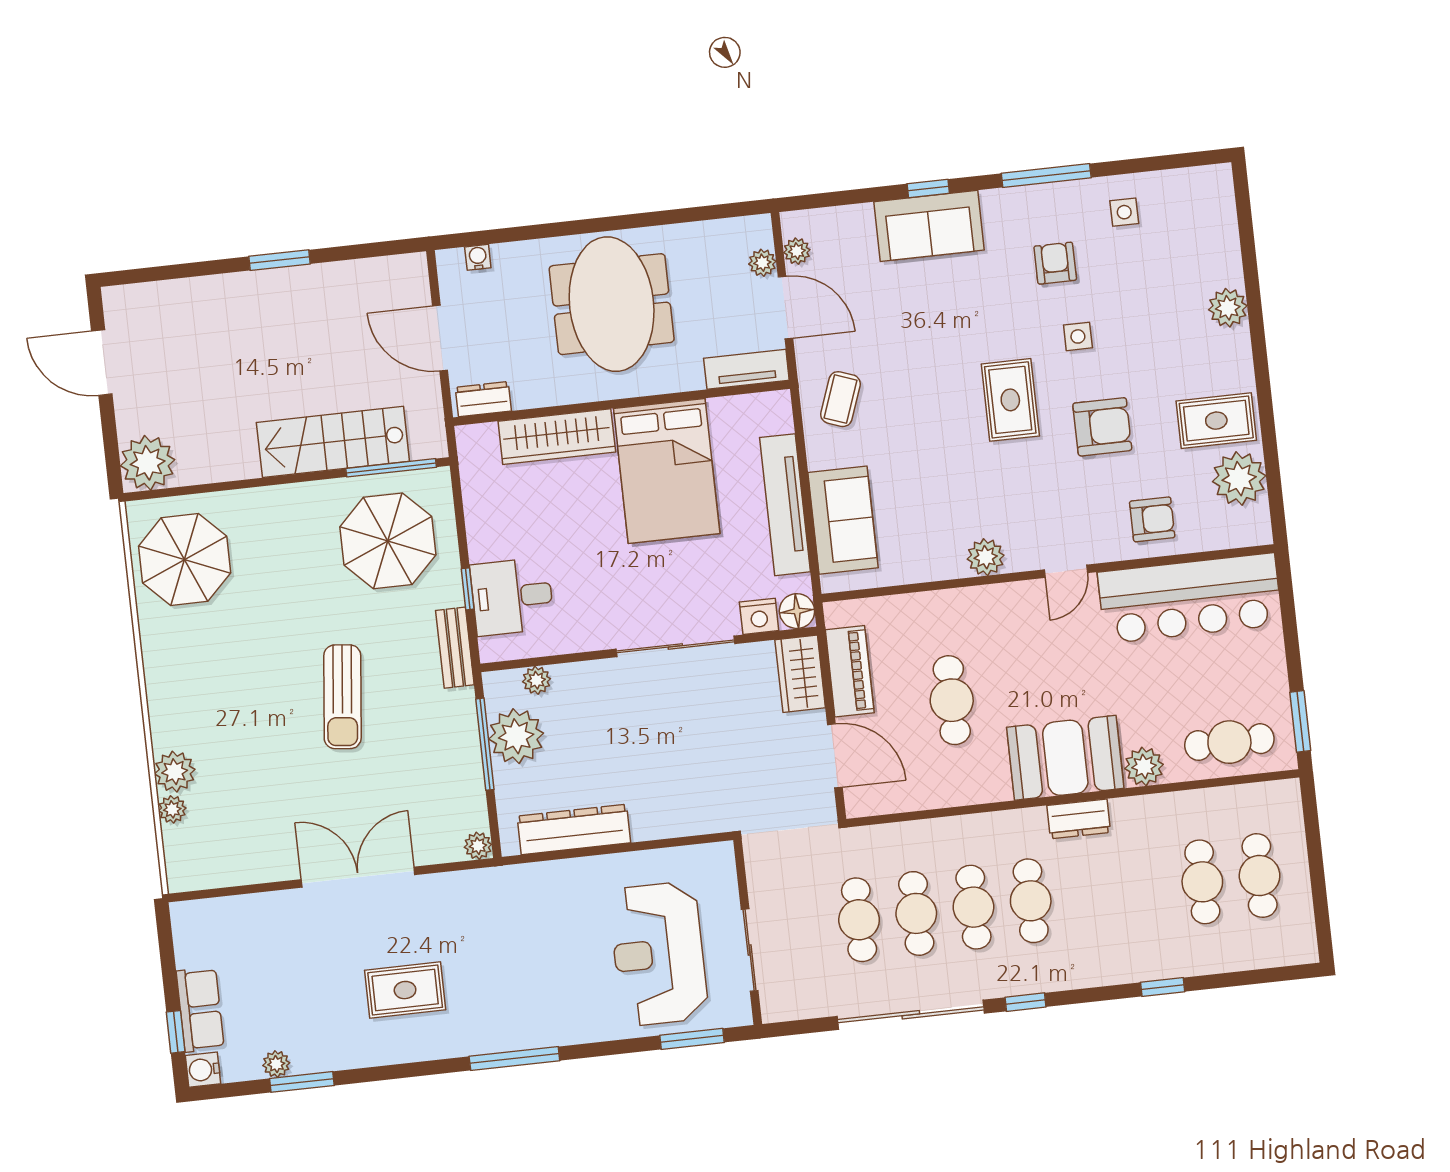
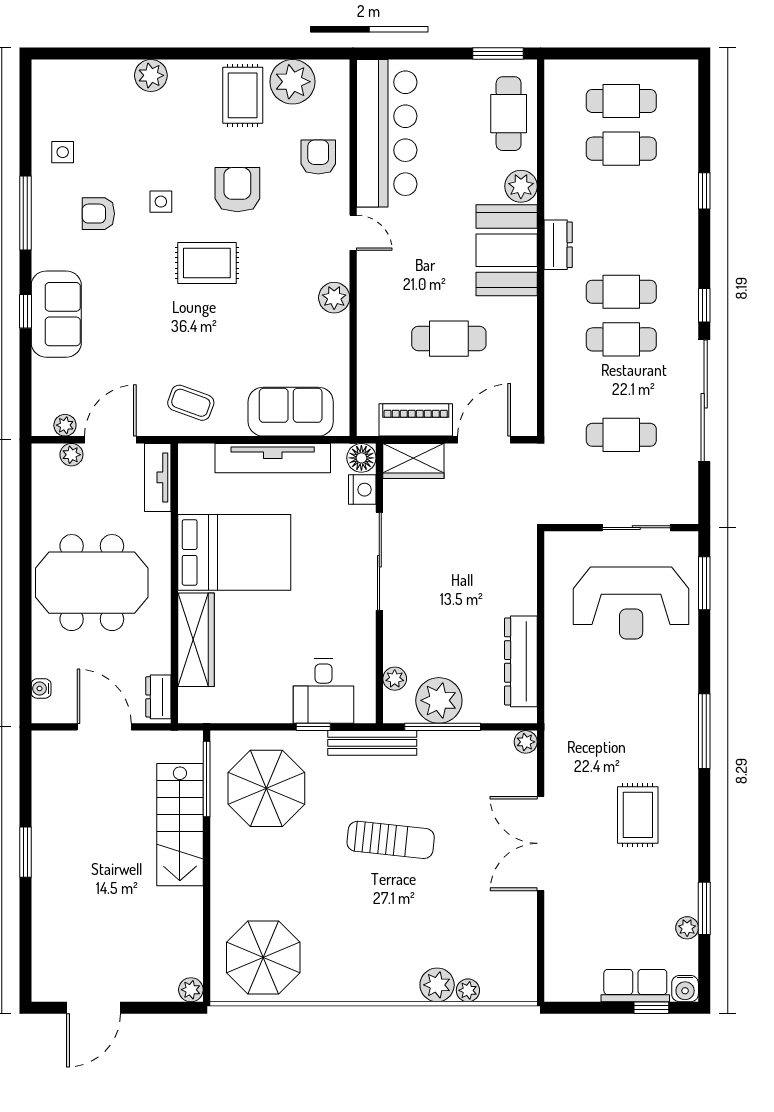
door: (440, 338) -> (104, 727), swing flipped
plant: (148, 463) -> (191, 990), width x0.53, depth x0.53
bench: (455, 648) -> (372, 743), width x1.36
cafe table: (916, 913) -> (621, 387), removed

